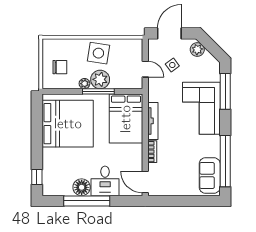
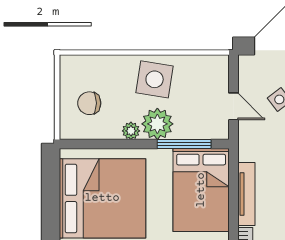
chair: (60, 67) -> (89, 103), turned 180
window: (98, 91) -> (184, 144), moved

